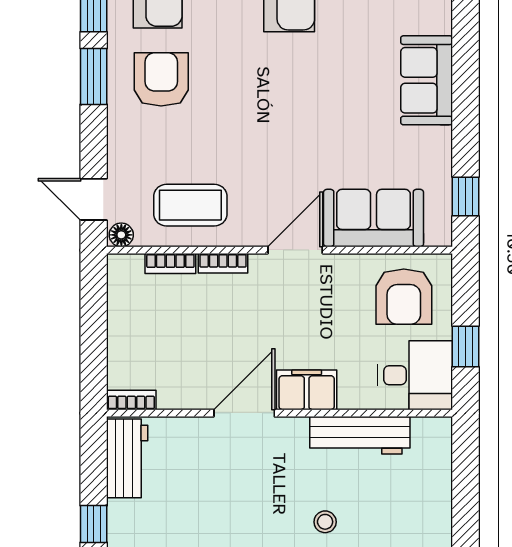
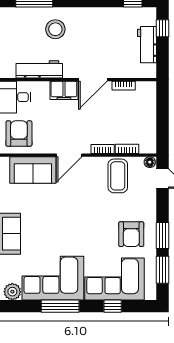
coffee table: (190, 205) -> (118, 176), turned 90
bookcase: (131, 400) -> (124, 86), moved
workbench: (127, 458) -> (147, 45), moved
stool: (325, 522) -> (55, 29), width x1.89, depth x1.89

